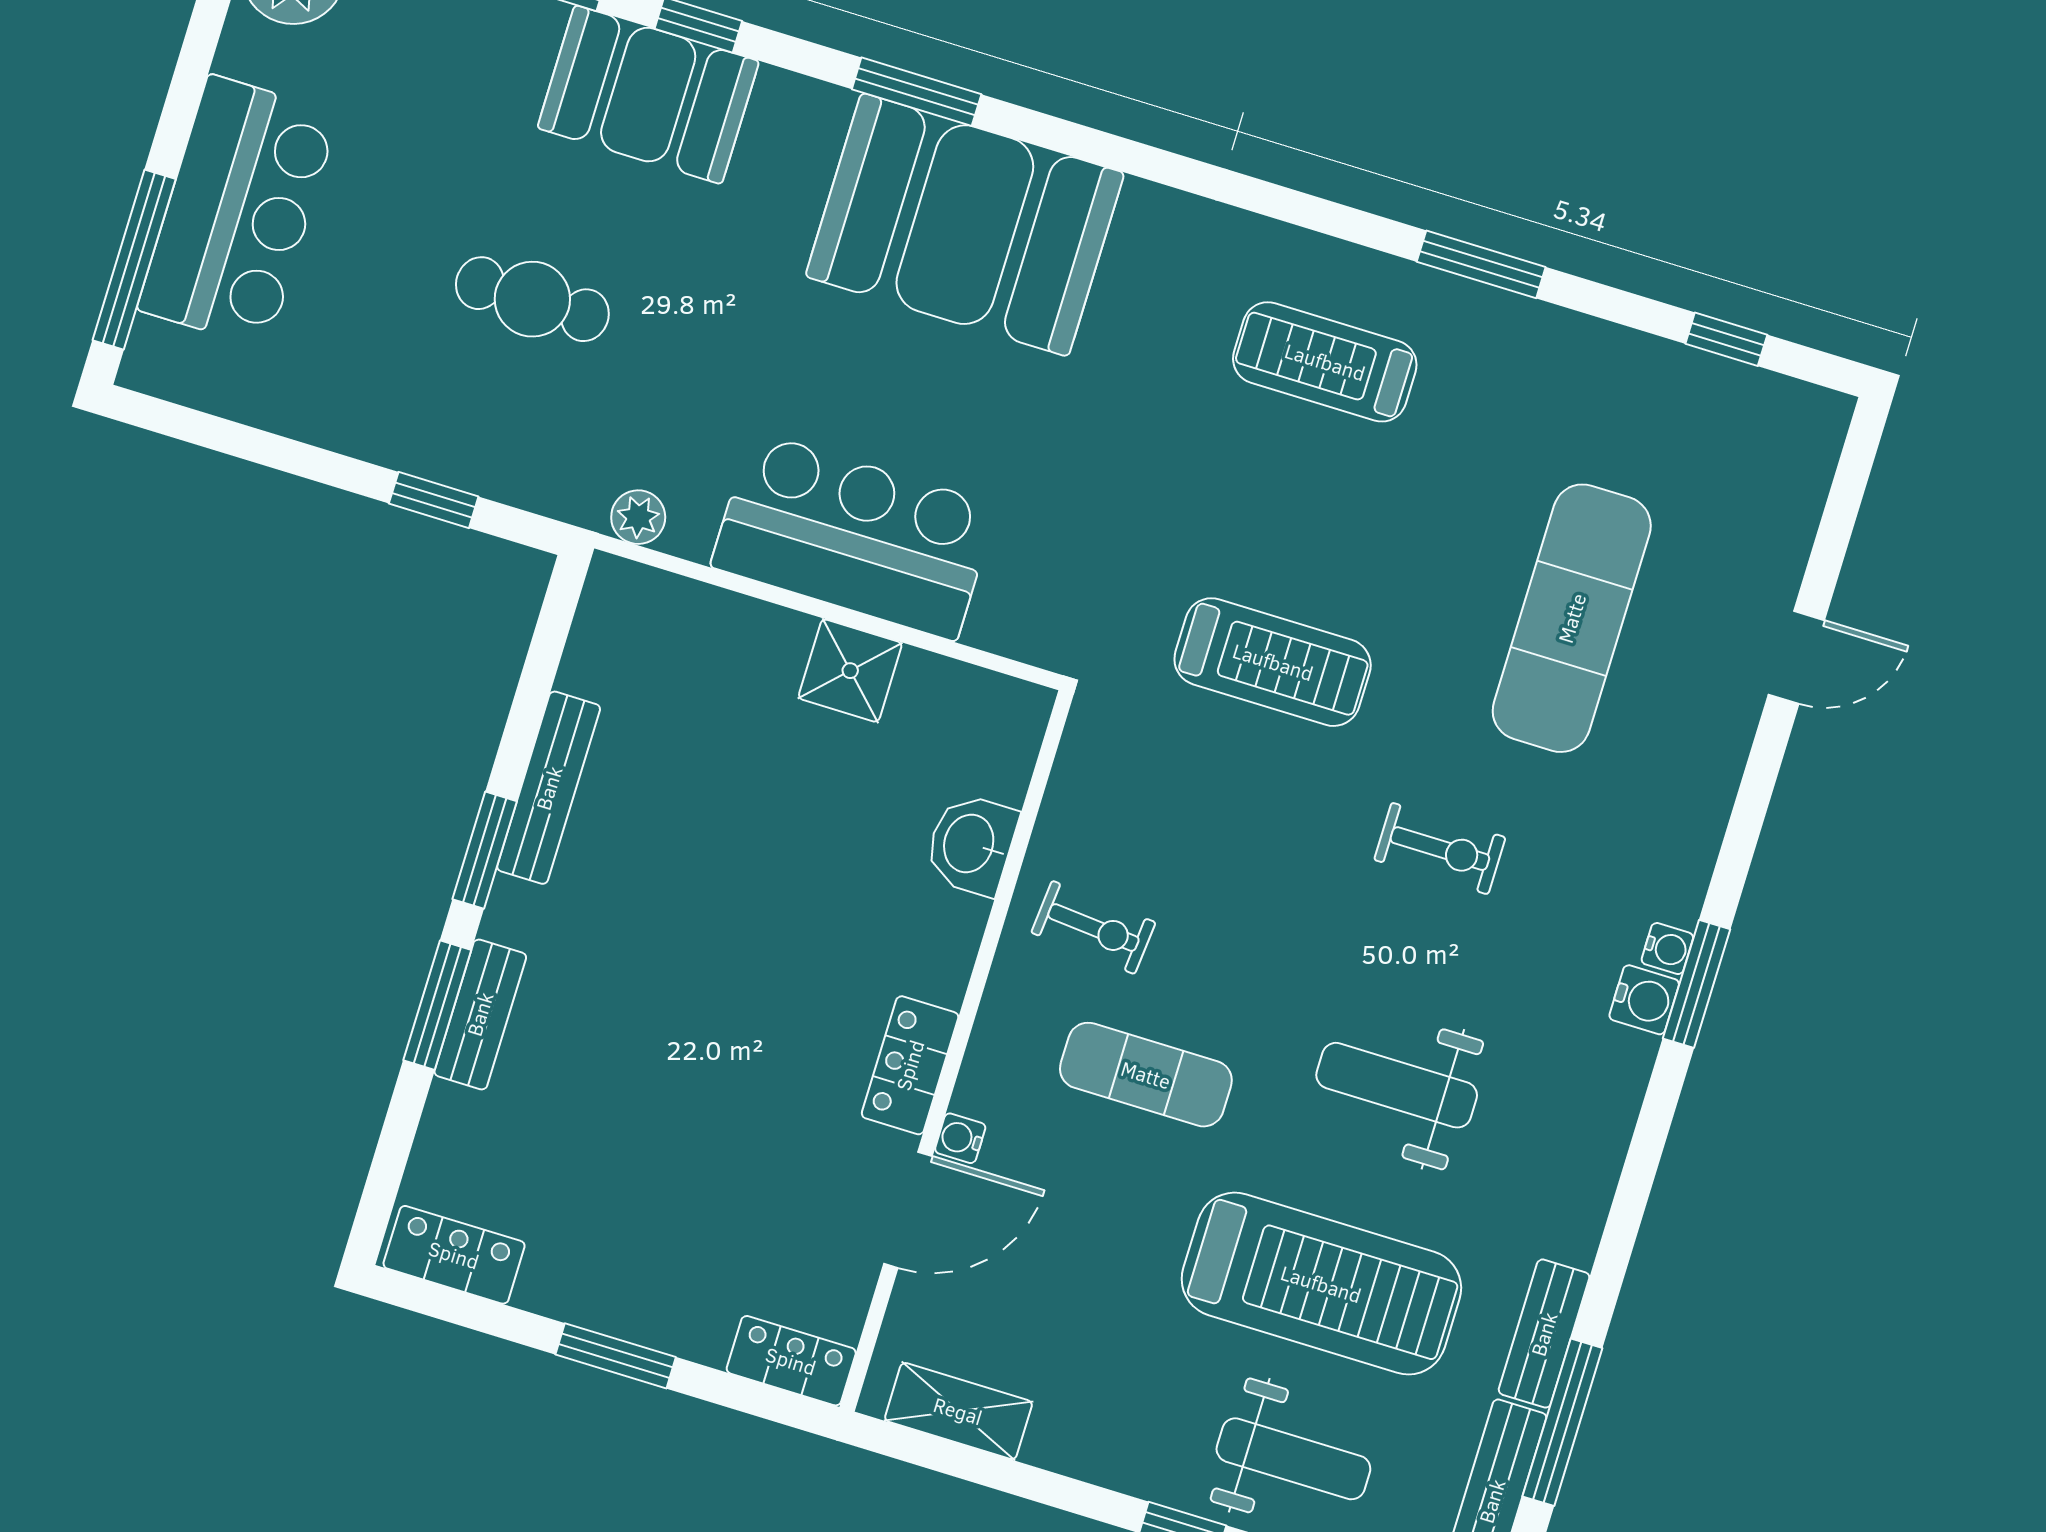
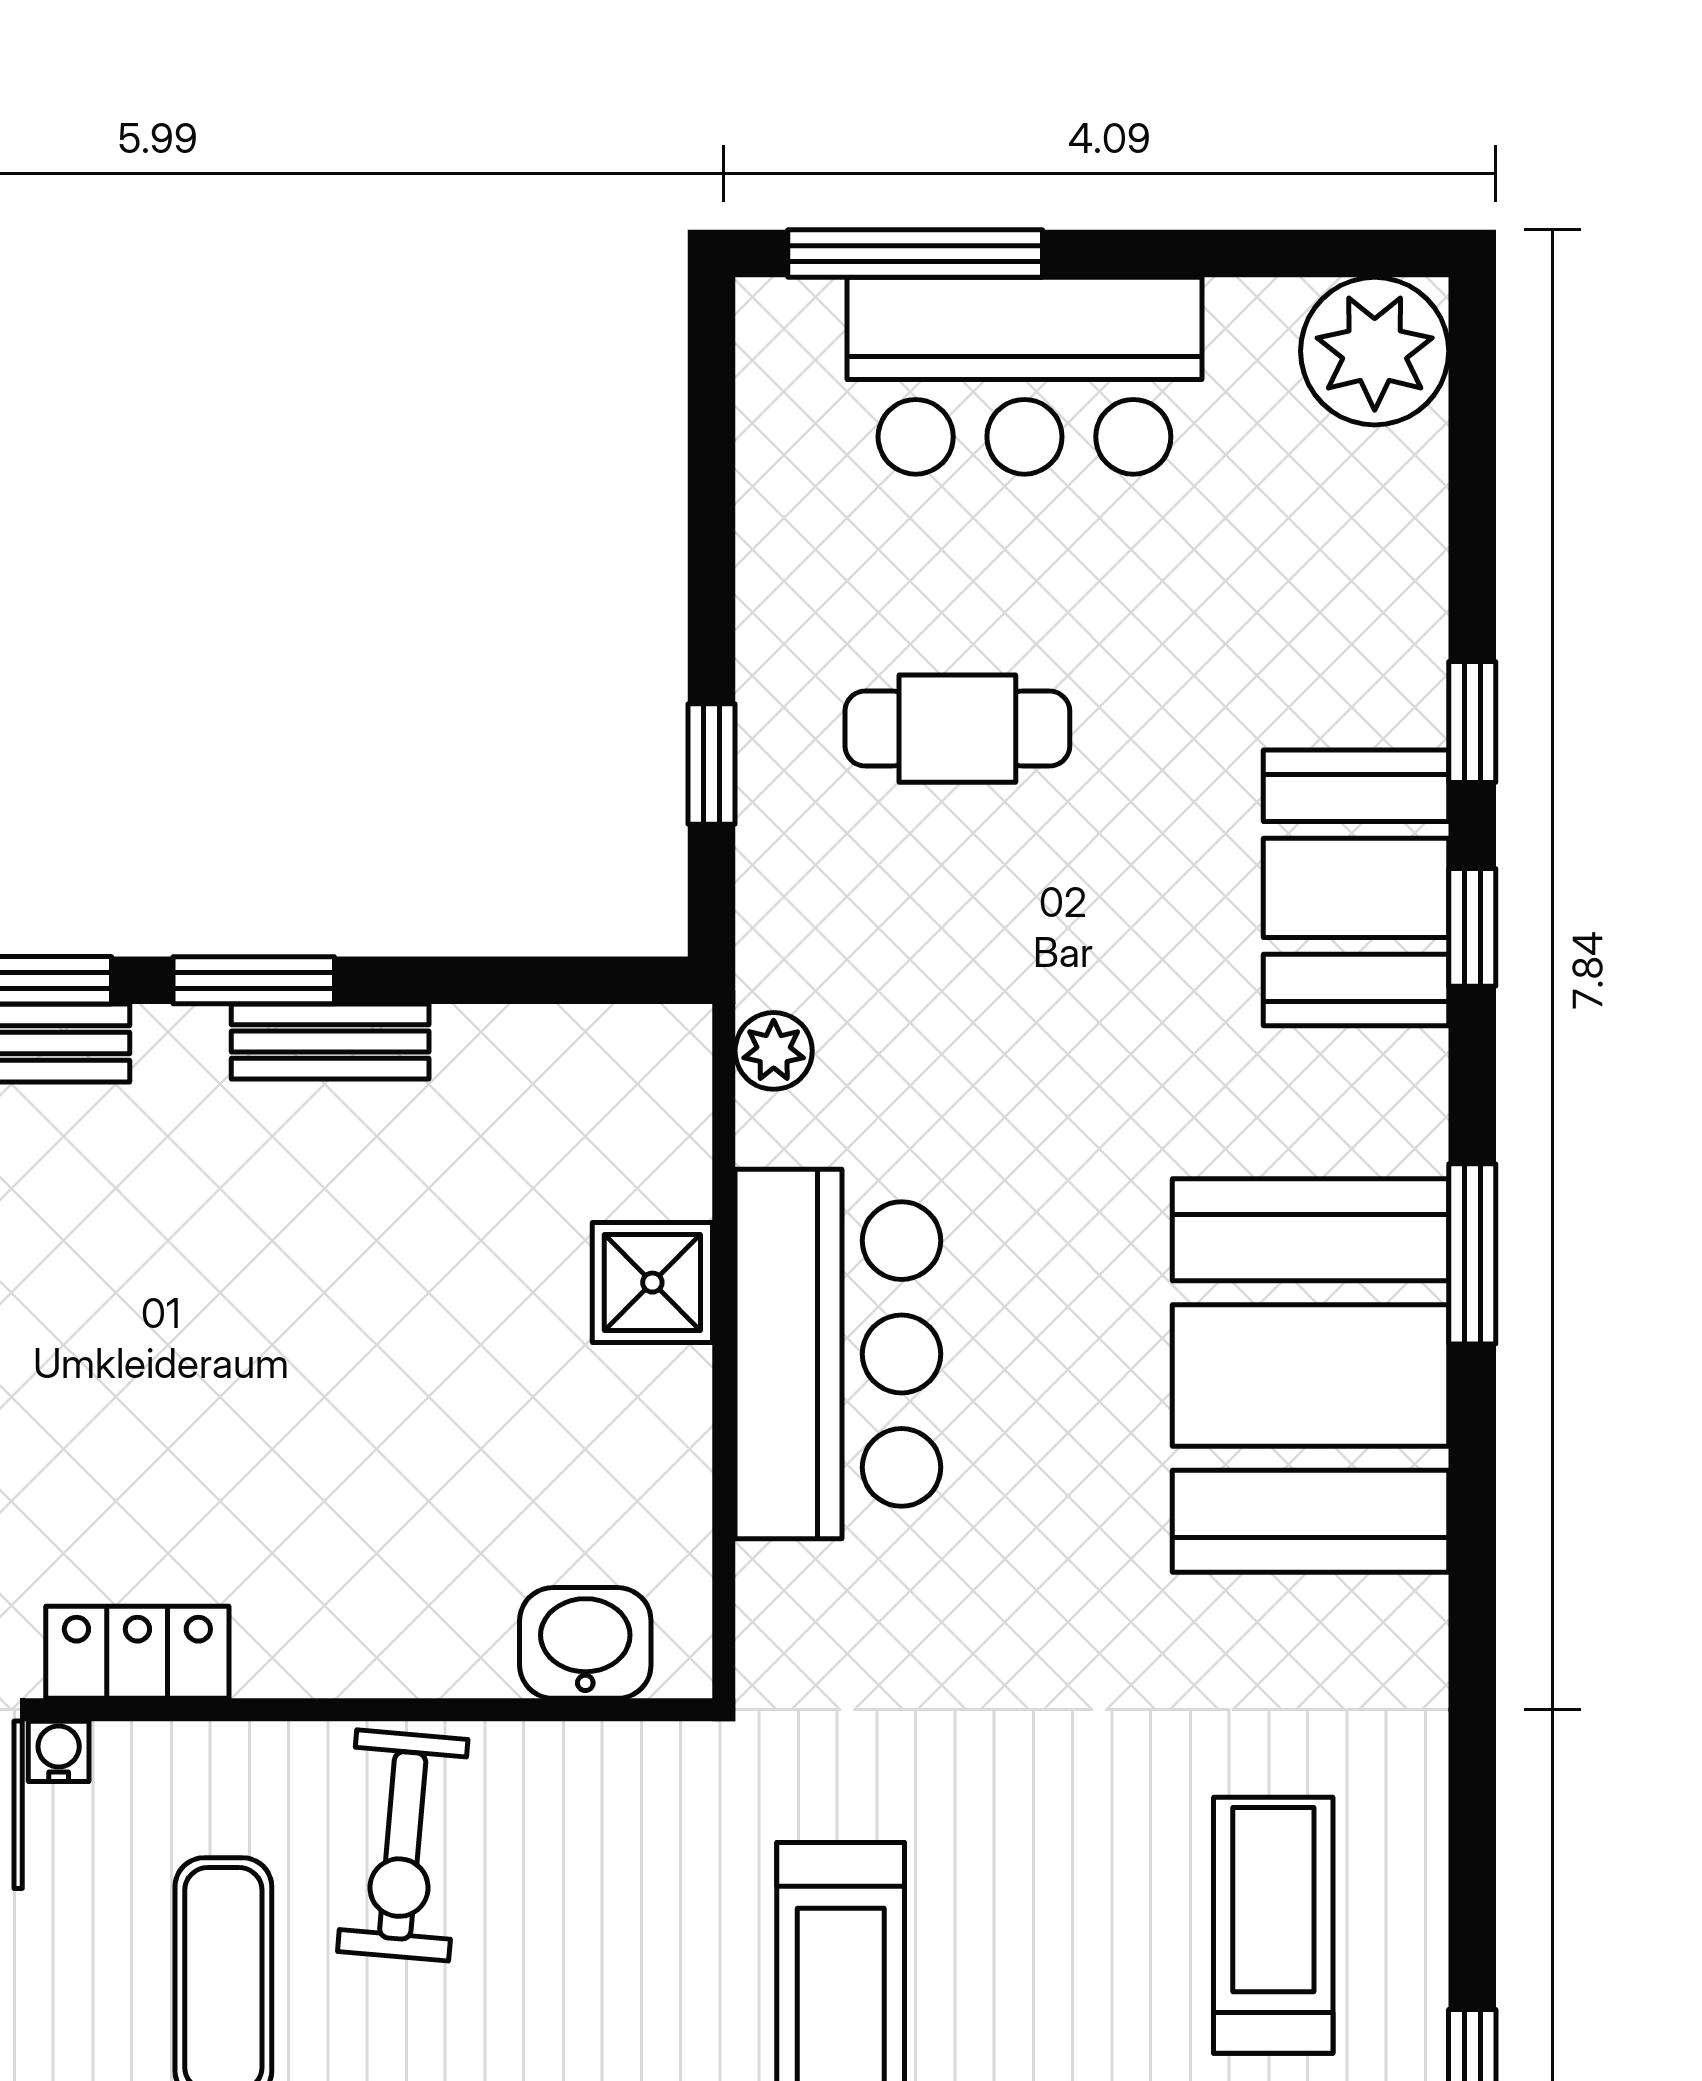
cafe table: (532, 299) -> (957, 729), moved, turned 90
shower: (850, 671) -> (652, 1283), moved
bench: (549, 788) -> (330, 1042), width x0.73
washbasin: (971, 844) -> (585, 1643), moved
exercise bike: (1093, 927) -> (403, 1845), width x1.38, depth x1.39

